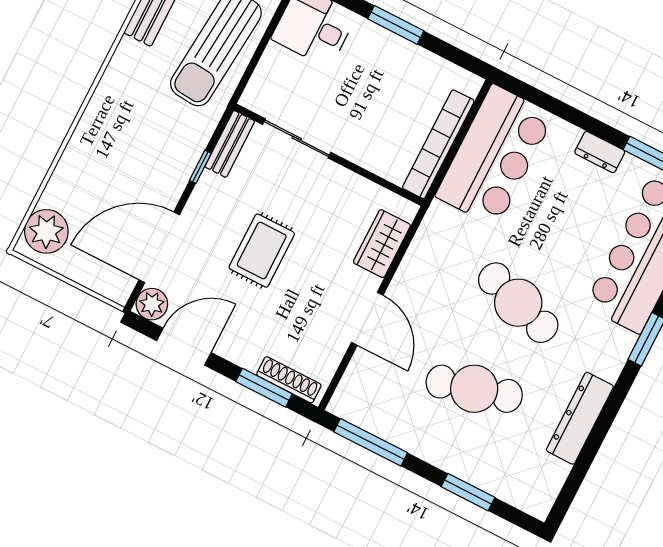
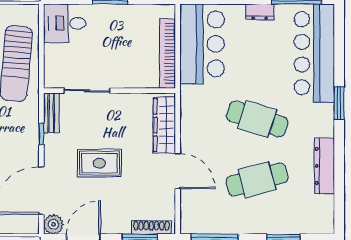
wardrobe: (382, 244) -> (164, 125), width x1.50
rug: (262, 251) -> (99, 163), turned 90

